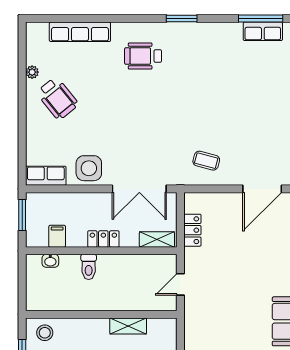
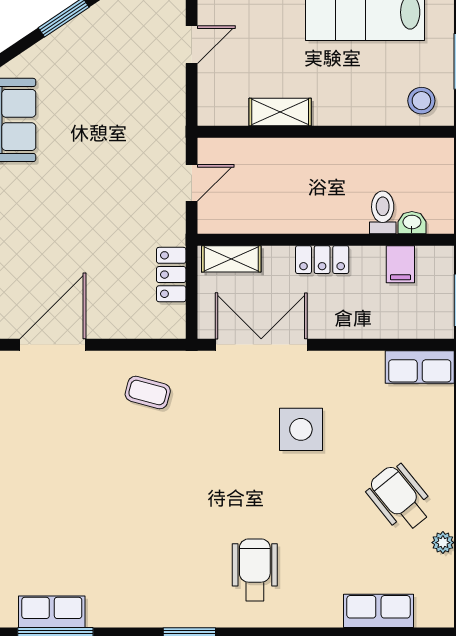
row of seats: (80, 32) -> (378, 611), width x0.68
wheelchair: (143, 56) -> (255, 570), turned -90
side table: (89, 168) -> (301, 429), moved
toilet: (89, 267) -> (383, 212), moved

